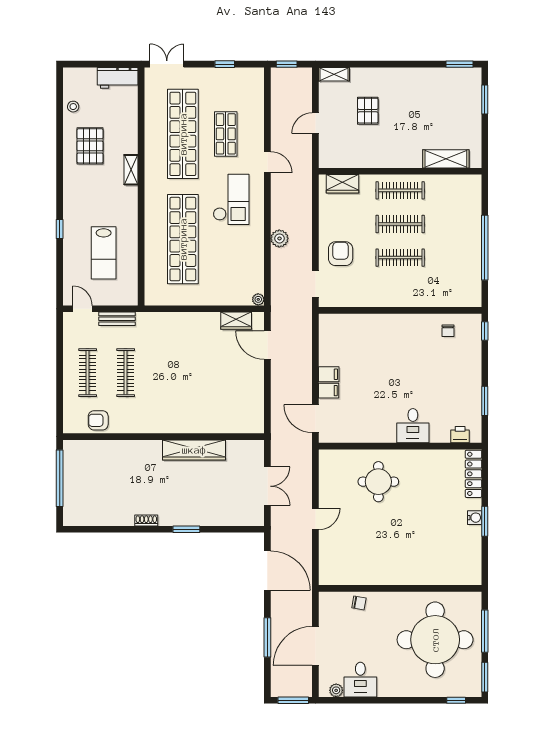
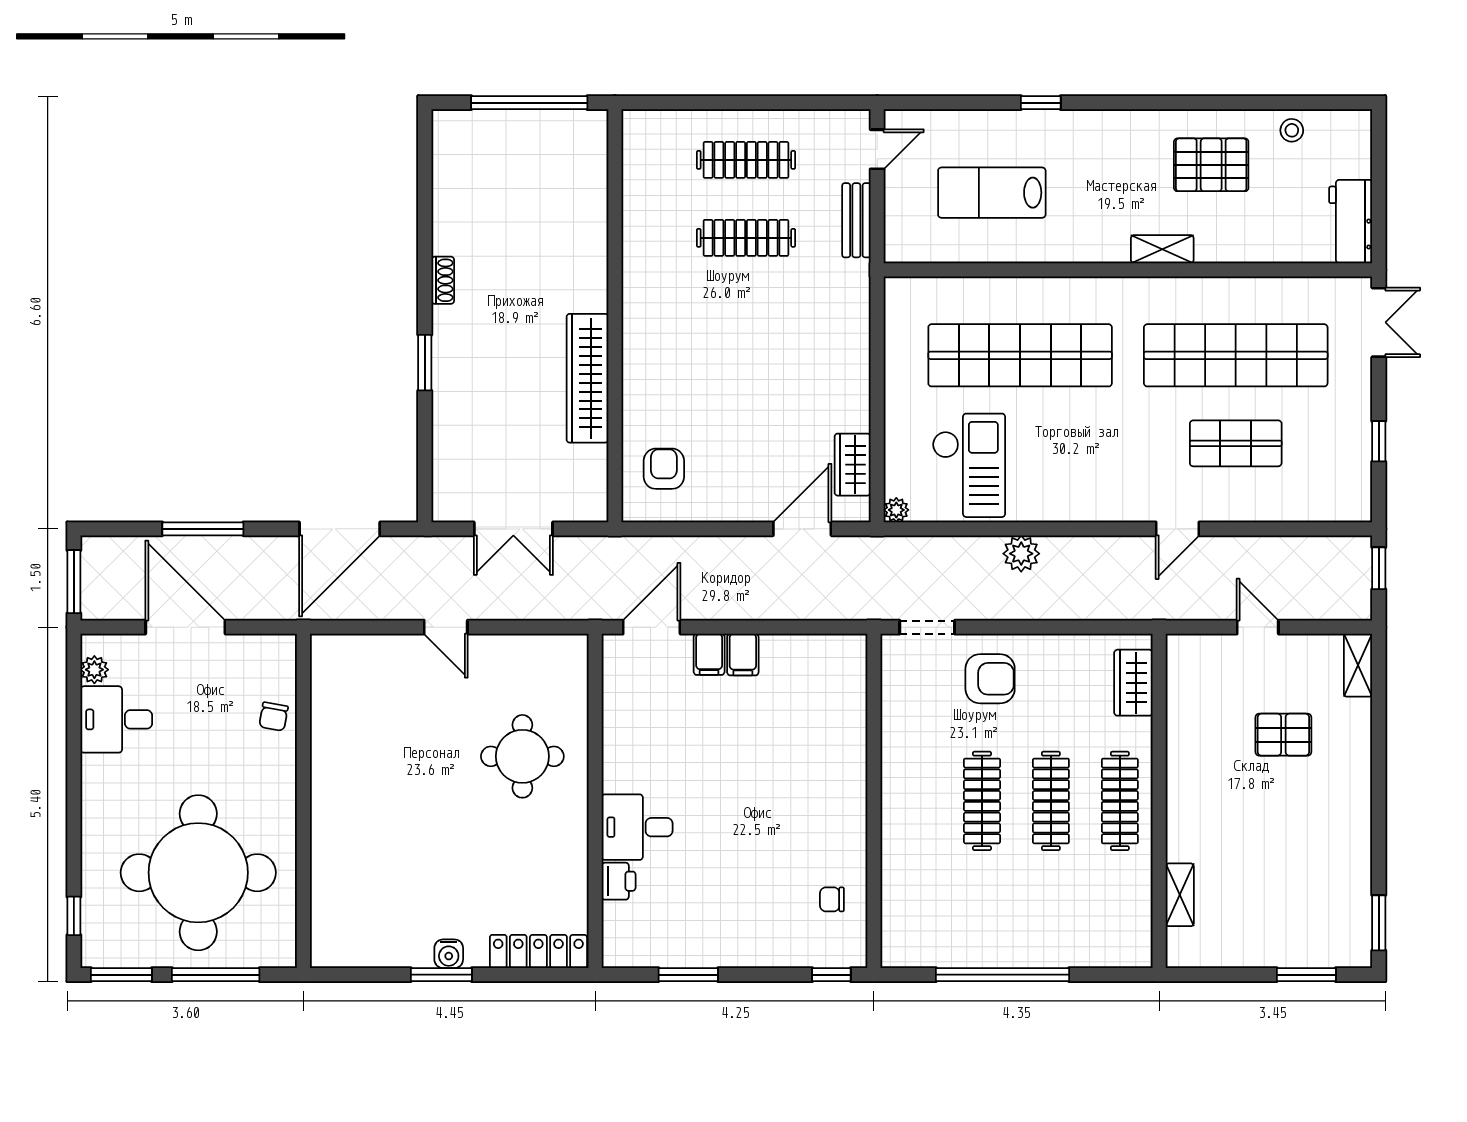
shelving: (446, 159) -> (1180, 895), width x0.67, depth x0.75
checkout: (231, 199) -> (969, 465), moved, turned -90
armchair: (98, 420) -> (664, 469), moved
printer: (460, 435) -> (619, 881), moved

